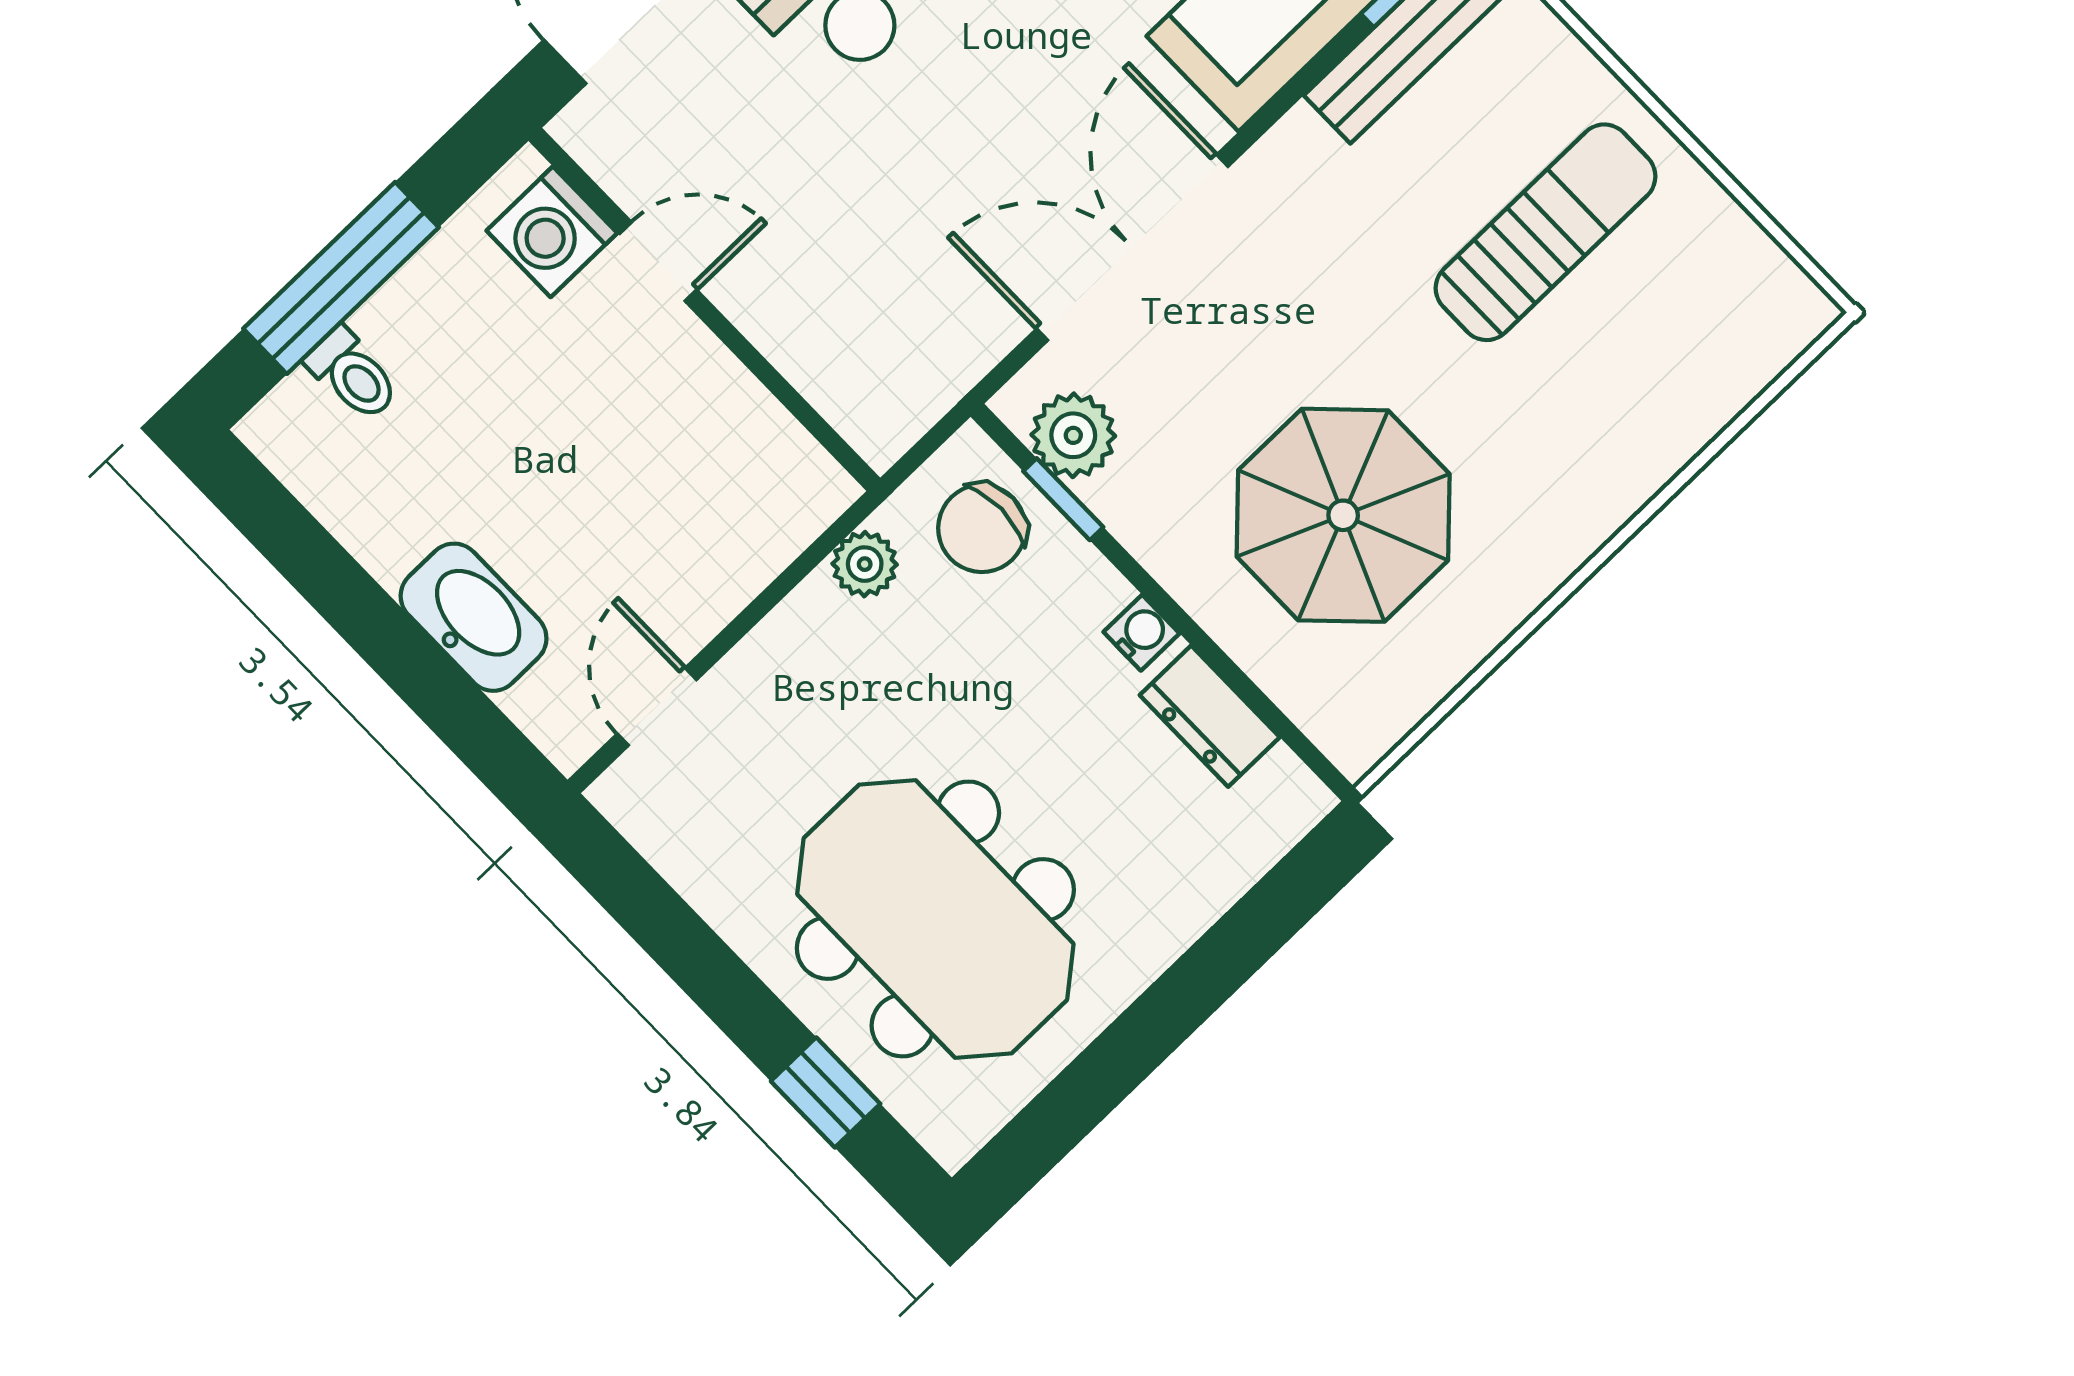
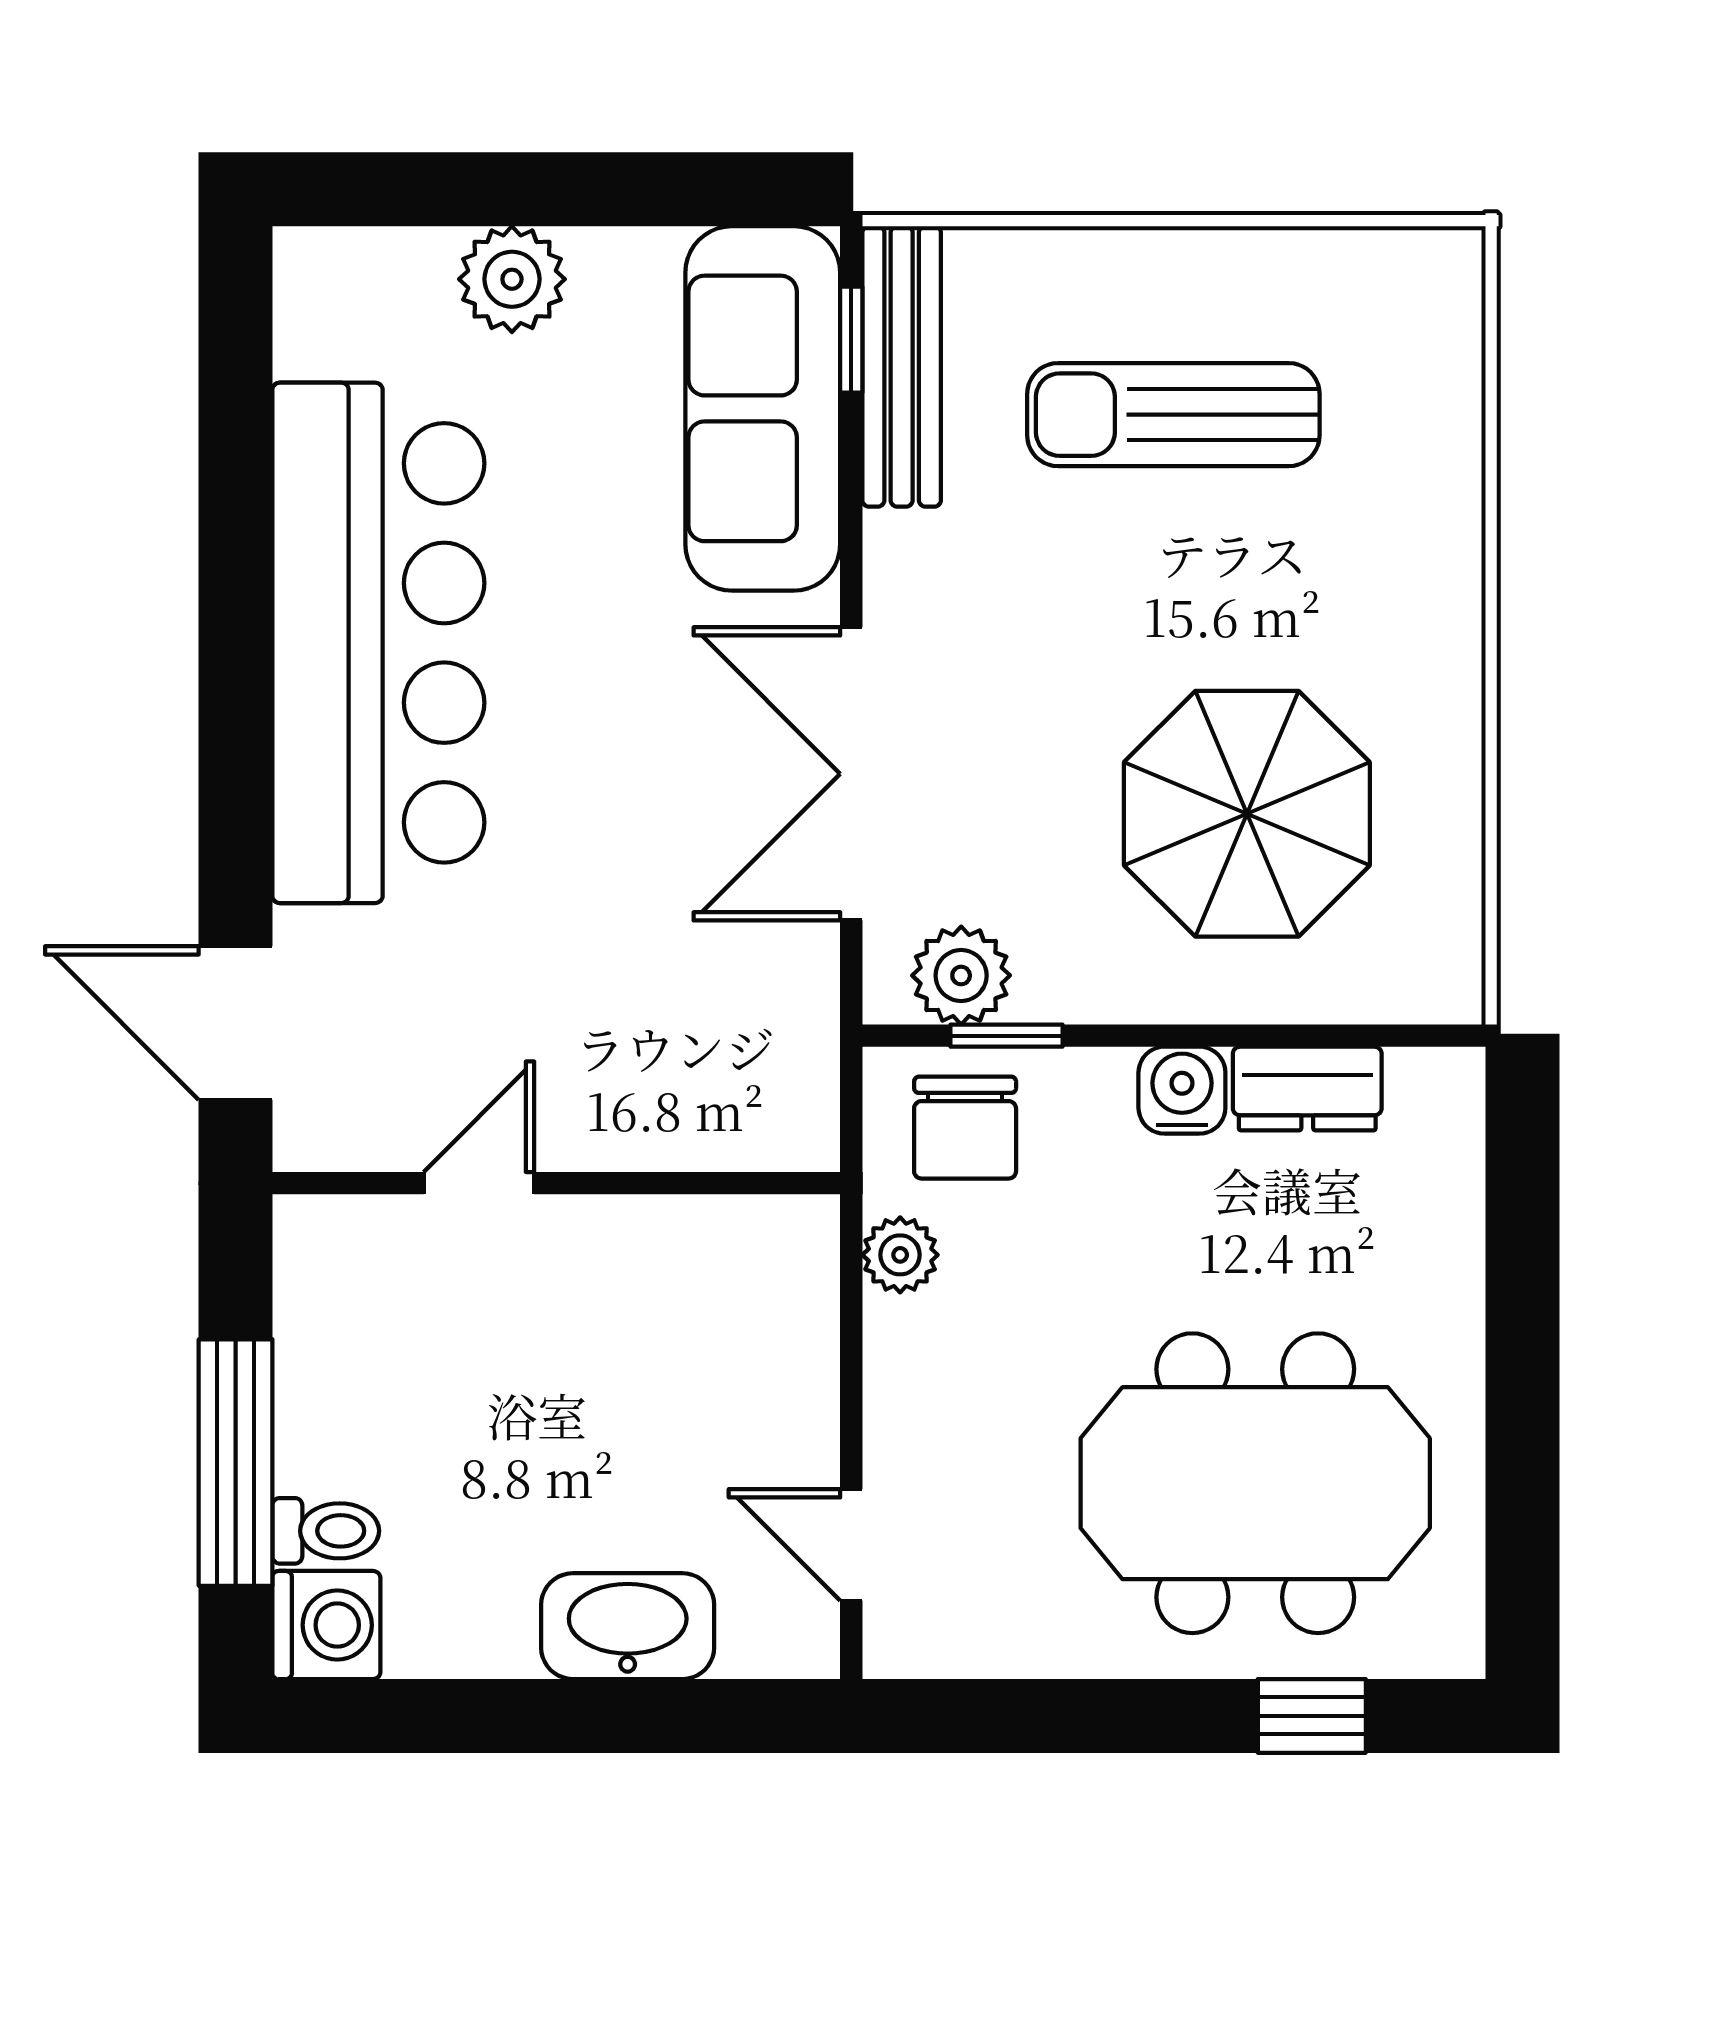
washing machine: (552, 232) -> (326, 1625), moved, turned -90
sun lounger: (1545, 232) -> (1173, 415), turned -90
water cooler: (1142, 633) -> (1182, 1090), width x1.38, depth x1.38

